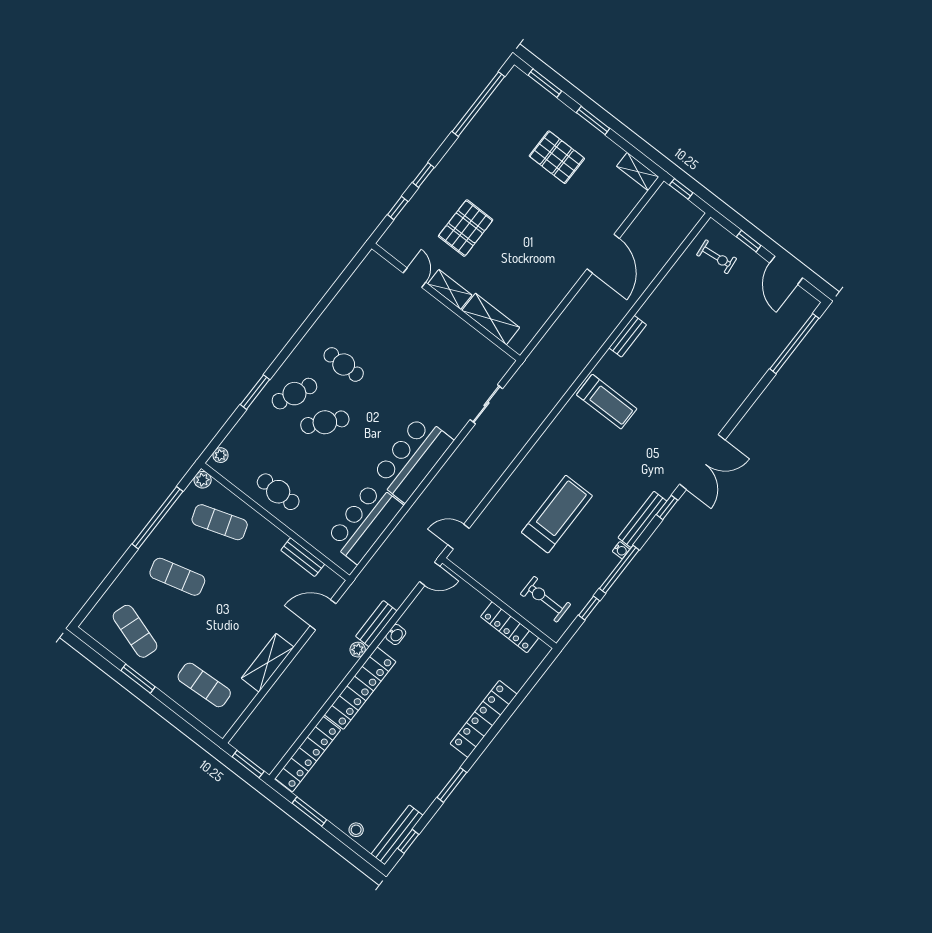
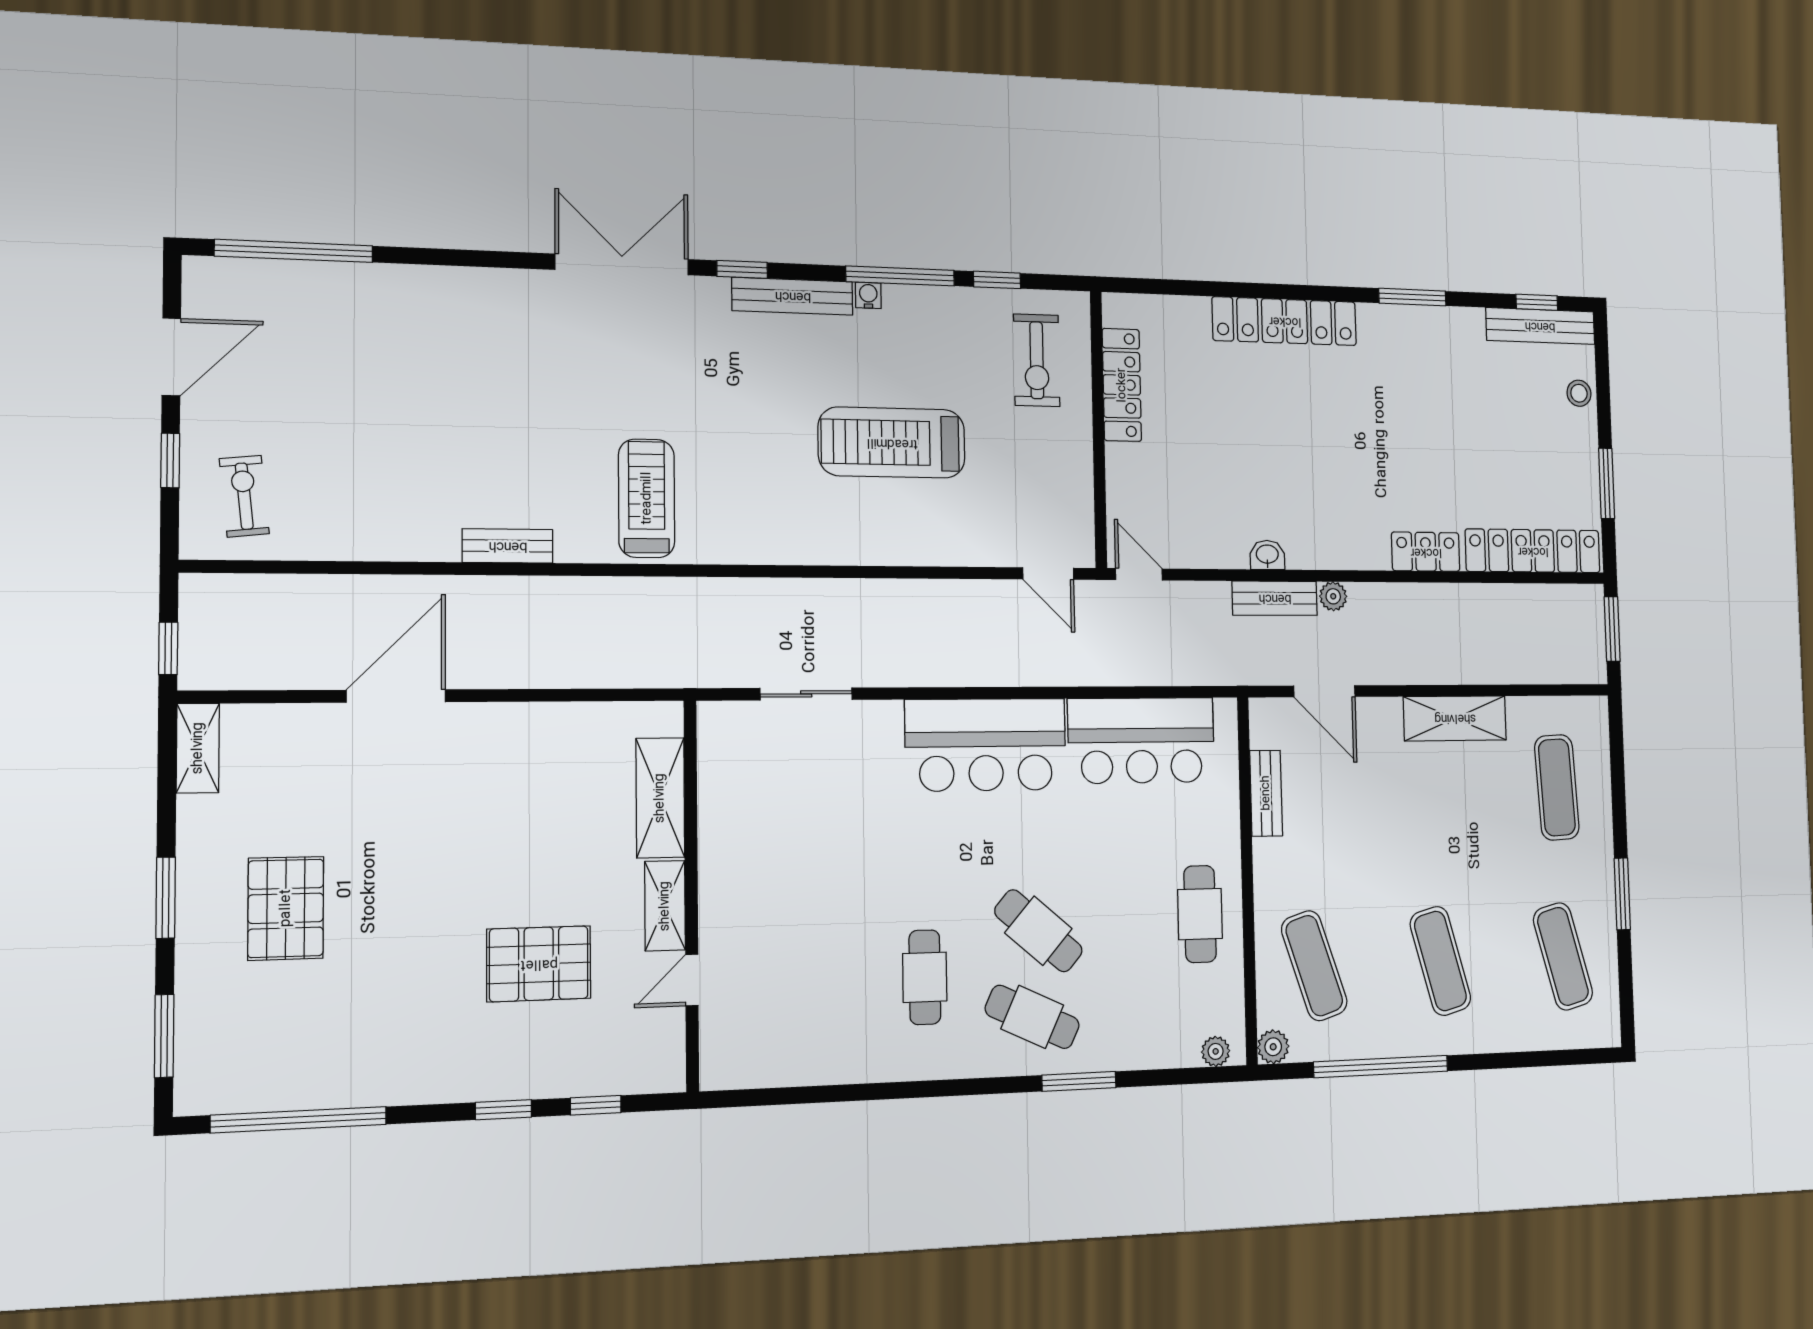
exercise mat: (135, 631) -> (1563, 956), turned -33
locker: (360, 688) -> (1426, 552), width x0.46, depth x0.83

